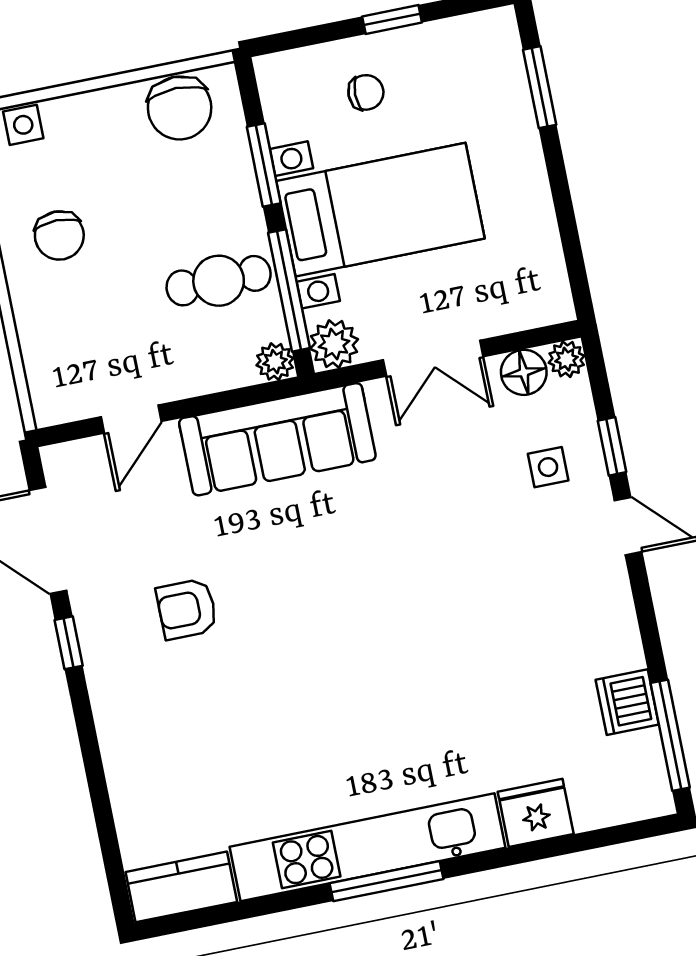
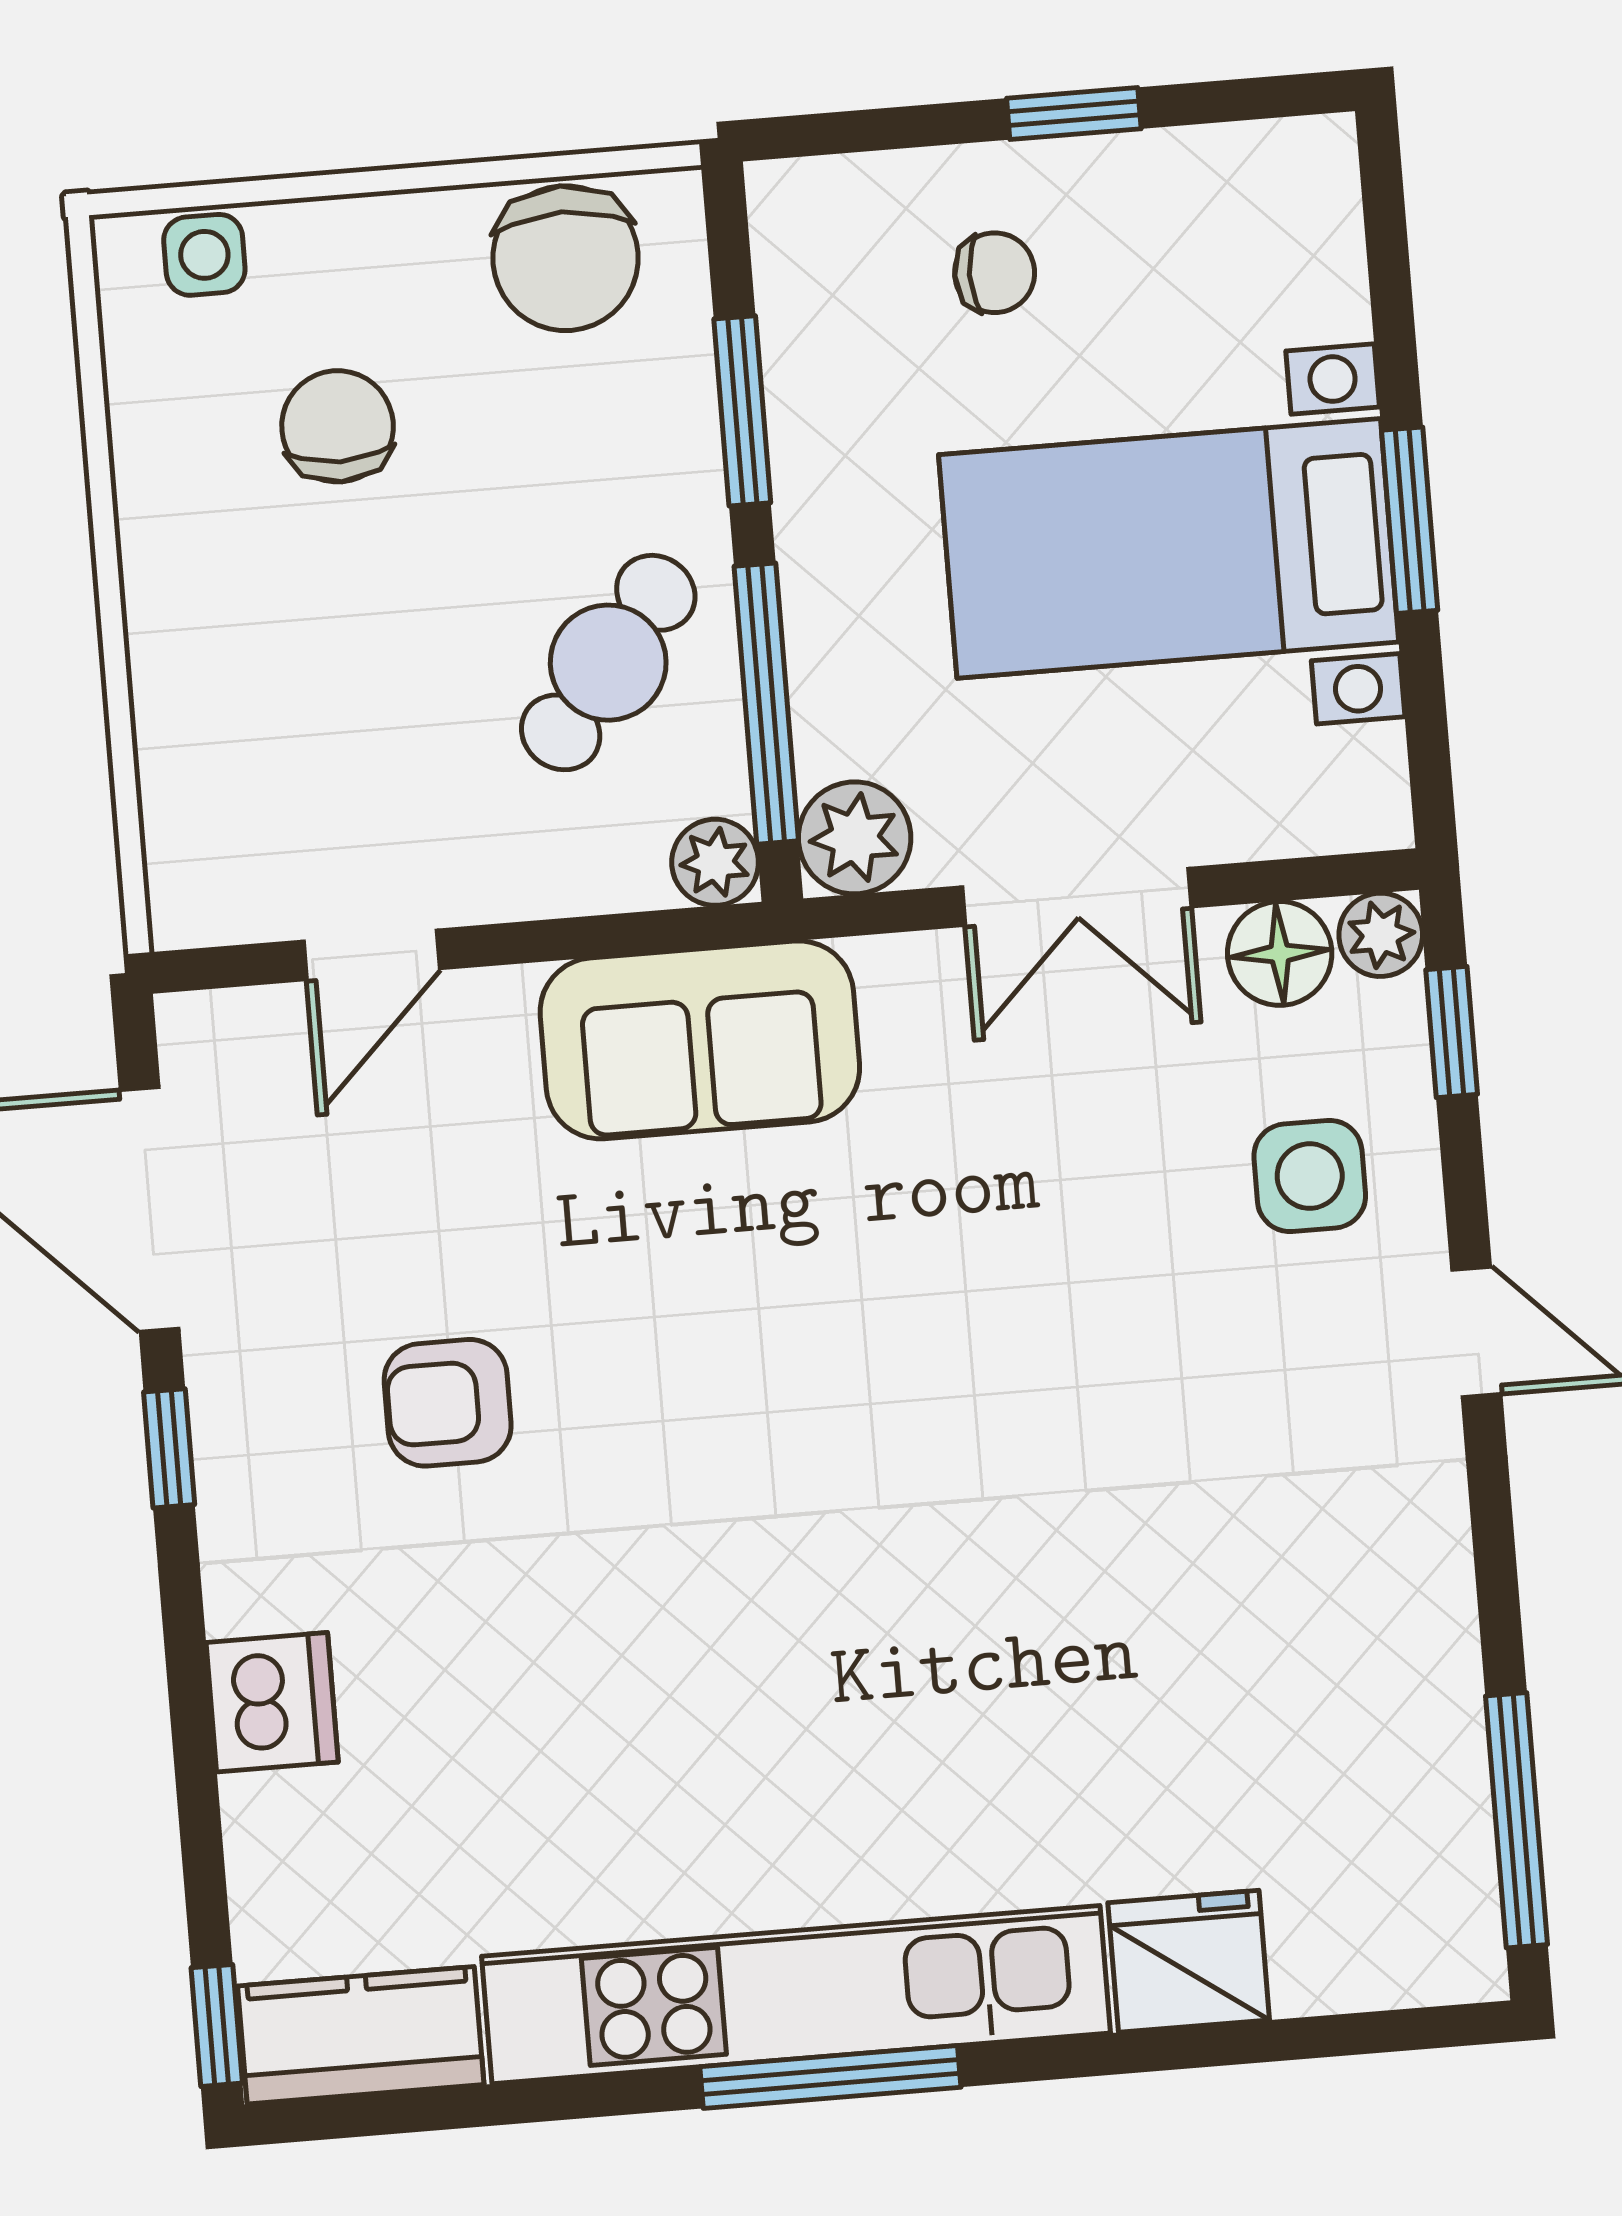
window: (540, 87) -> (1410, 520), moved
bed with nightstands: (380, 210) -> (1169, 548), moved, turned 180
chair: (59, 235) -> (338, 426), moved, turned 180
cafe table: (219, 281) -> (608, 663), turned -51
sofa: (277, 439) -> (700, 1040), width x0.73
window: (612, 446) -> (1452, 1032), moved
side table: (548, 467) -> (1310, 1176), width x1.37, depth x1.37
dishwasher: (627, 702) -> (272, 1702), moved, turned 180
window: (118, 890) -> (217, 2025), added

